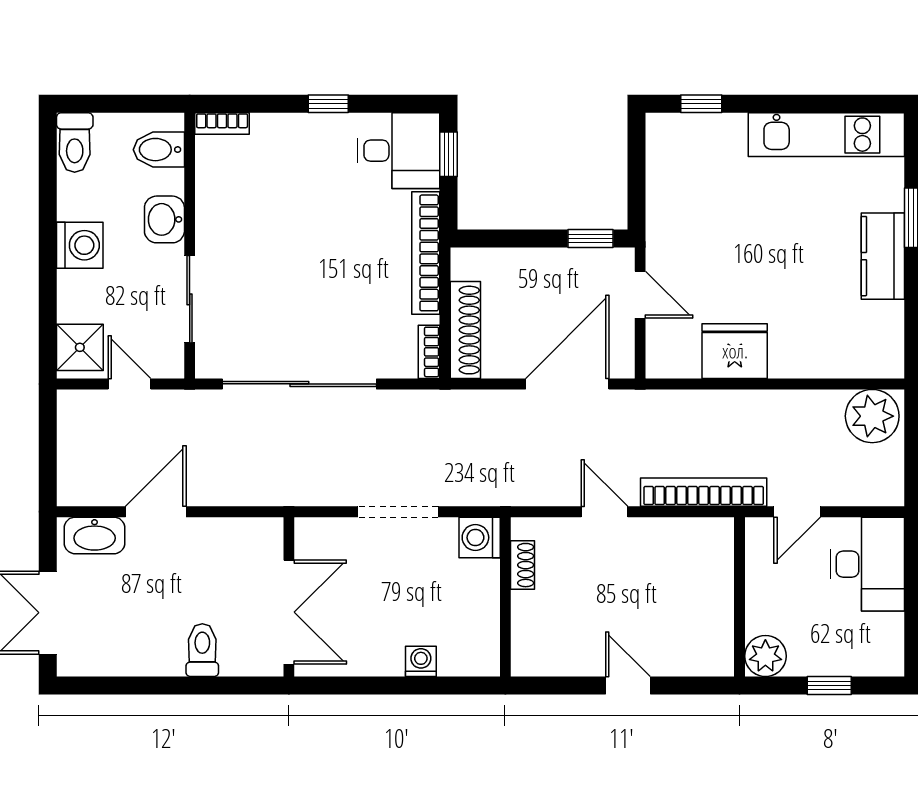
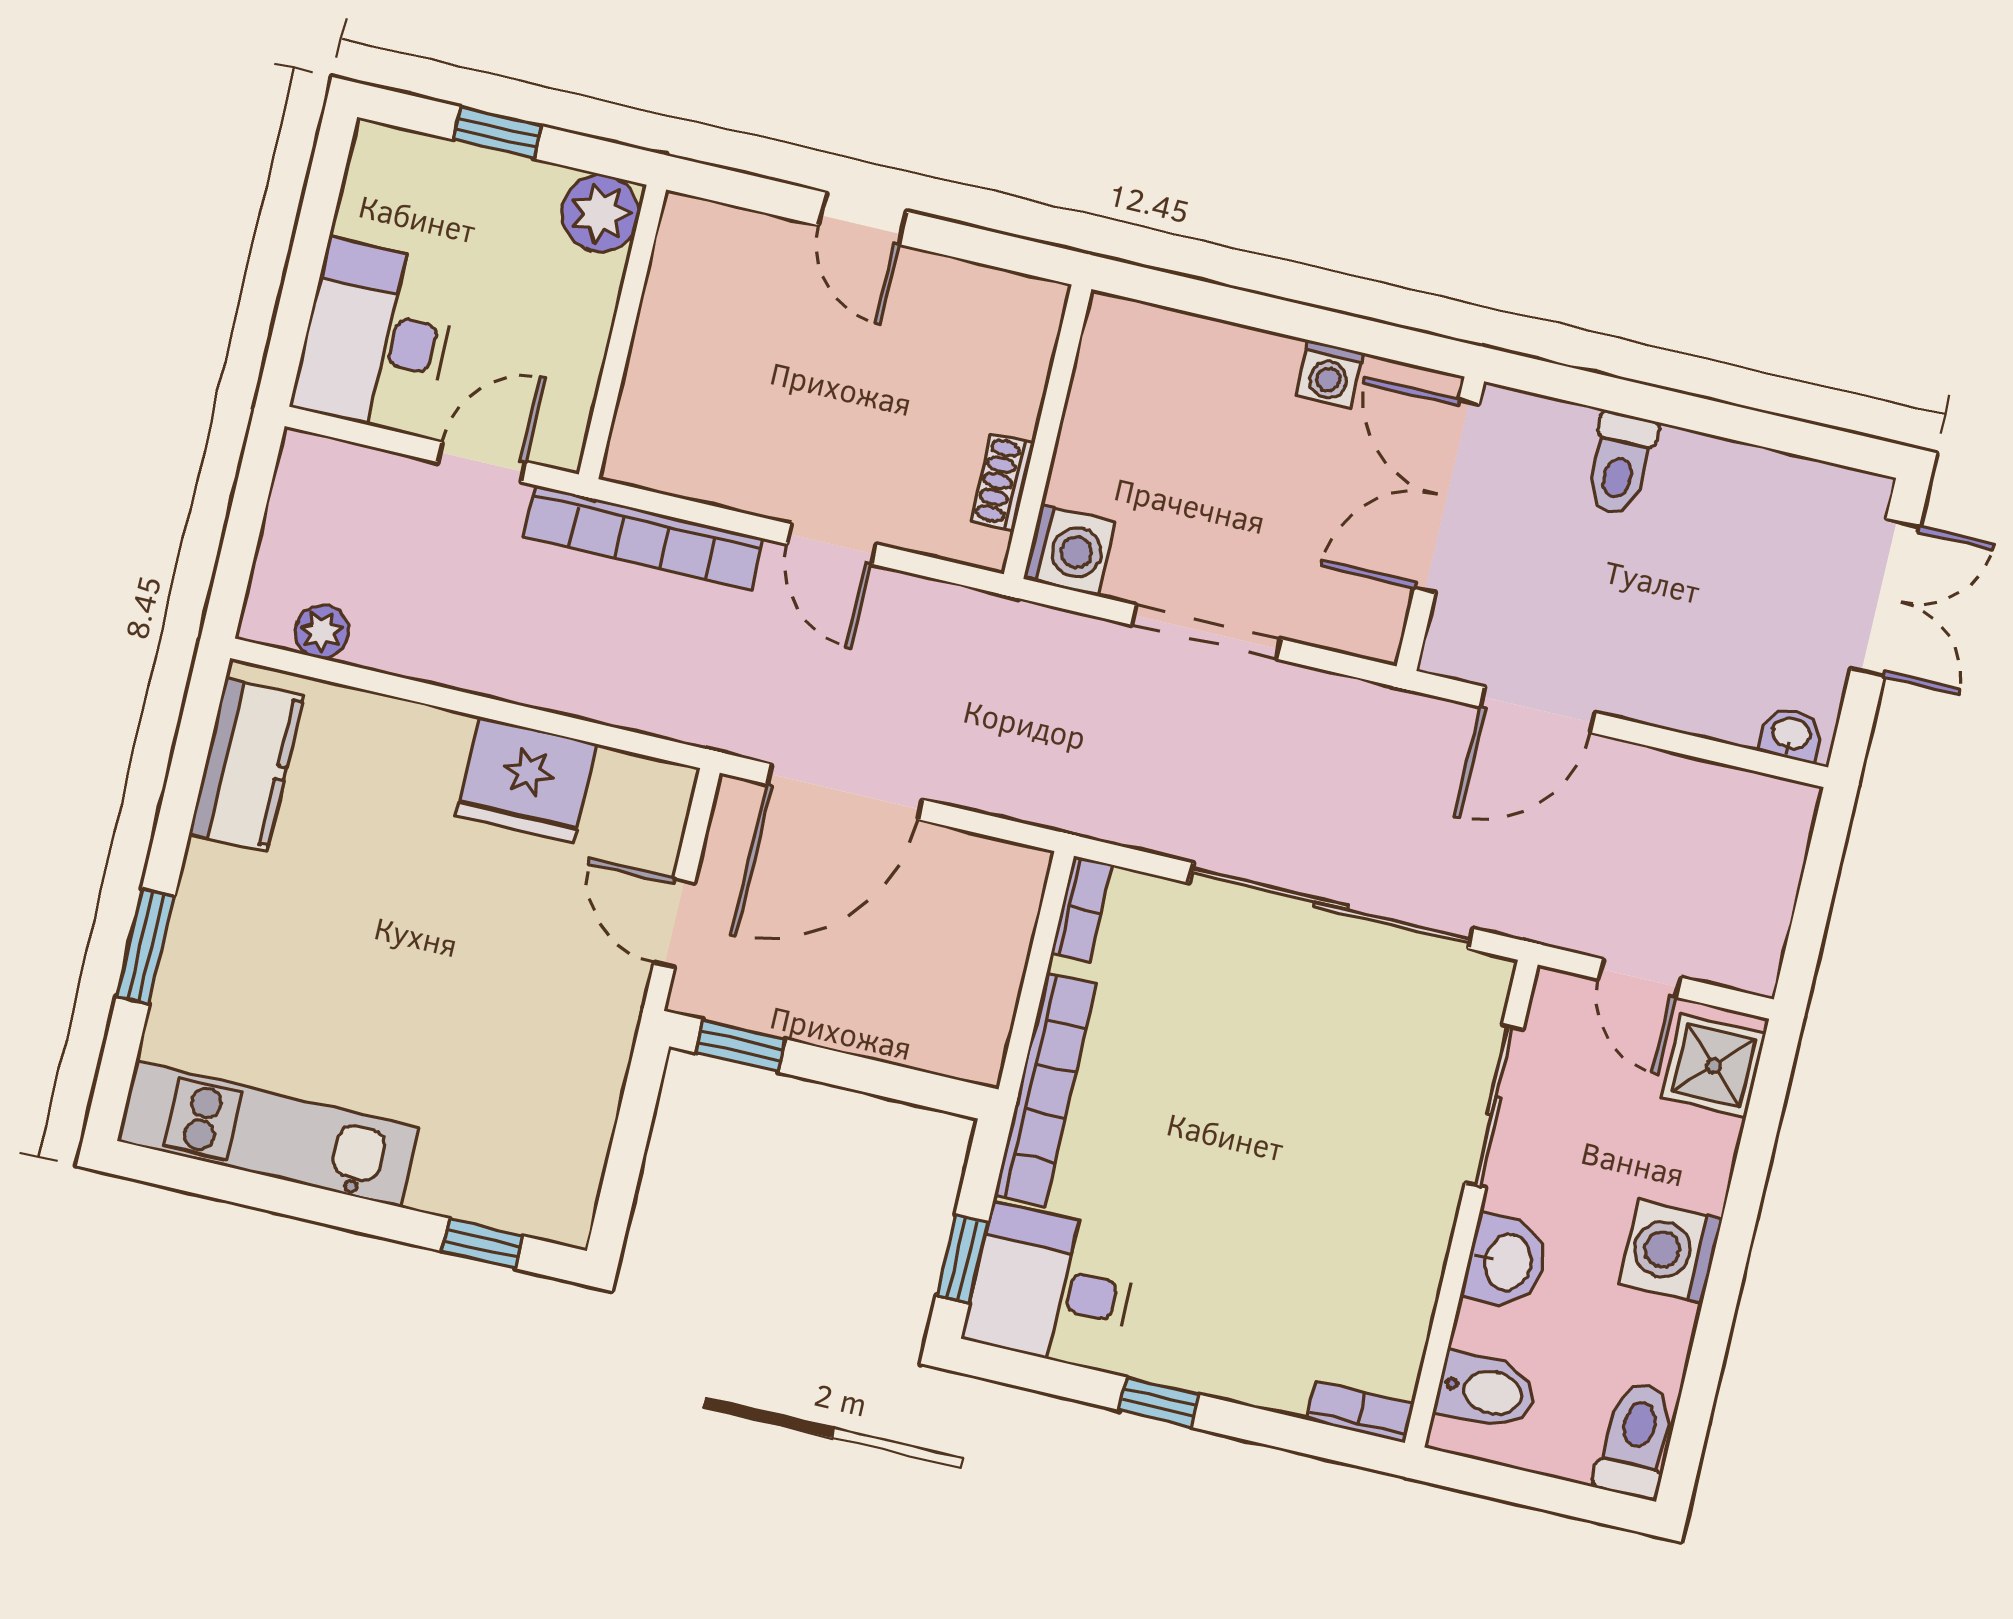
kitchen counter: (883, 256) -> (246, 765), moved
shoe rack: (465, 330) -> (1007, 933), removed
plant: (872, 416) -> (322, 632), width x0.53, depth x0.53
door: (156, 512) -> (1537, 710), moved
washbasin: (95, 535) -> (1791, 735), width x0.52, depth x0.69
washing machine: (421, 661) -> (1329, 374), moved

